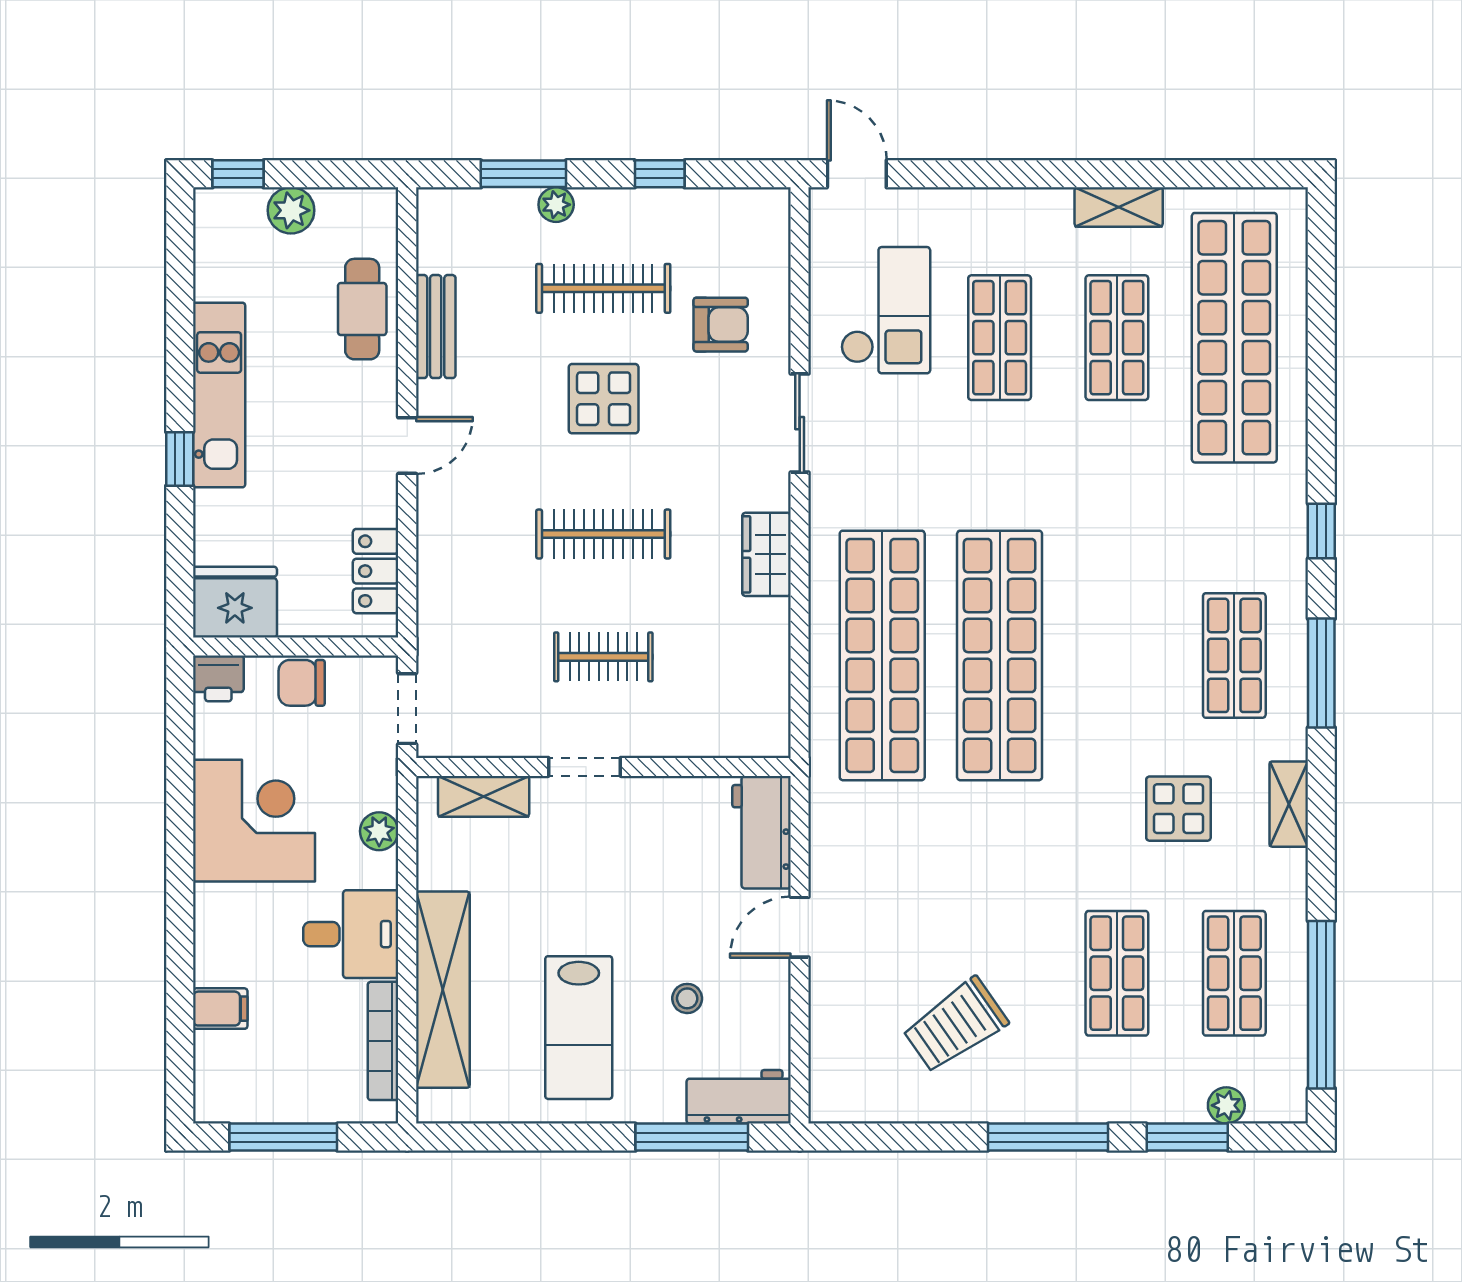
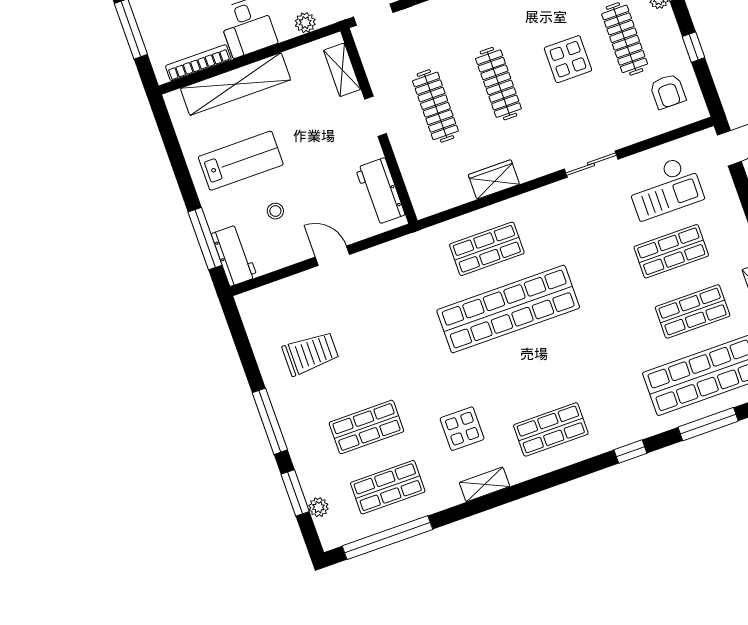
armchair: (721, 325) -> (668, 91), moved
wardrobe: (766, 554) -> (494, 179), moved
shop shelf: (882, 655) -> (487, 249), width x0.50, depth x0.74
clothes rail: (603, 657) -> (435, 106), width x1.36
window: (1321, 673) -> (708, 424), moved
workbench: (762, 832) -> (380, 191), moved, turned -90
trolley: (955, 1025) -> (310, 353), turned 125
lab bench: (579, 1028) -> (241, 161), turned 180

